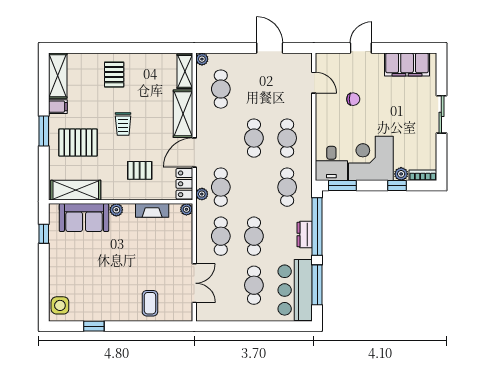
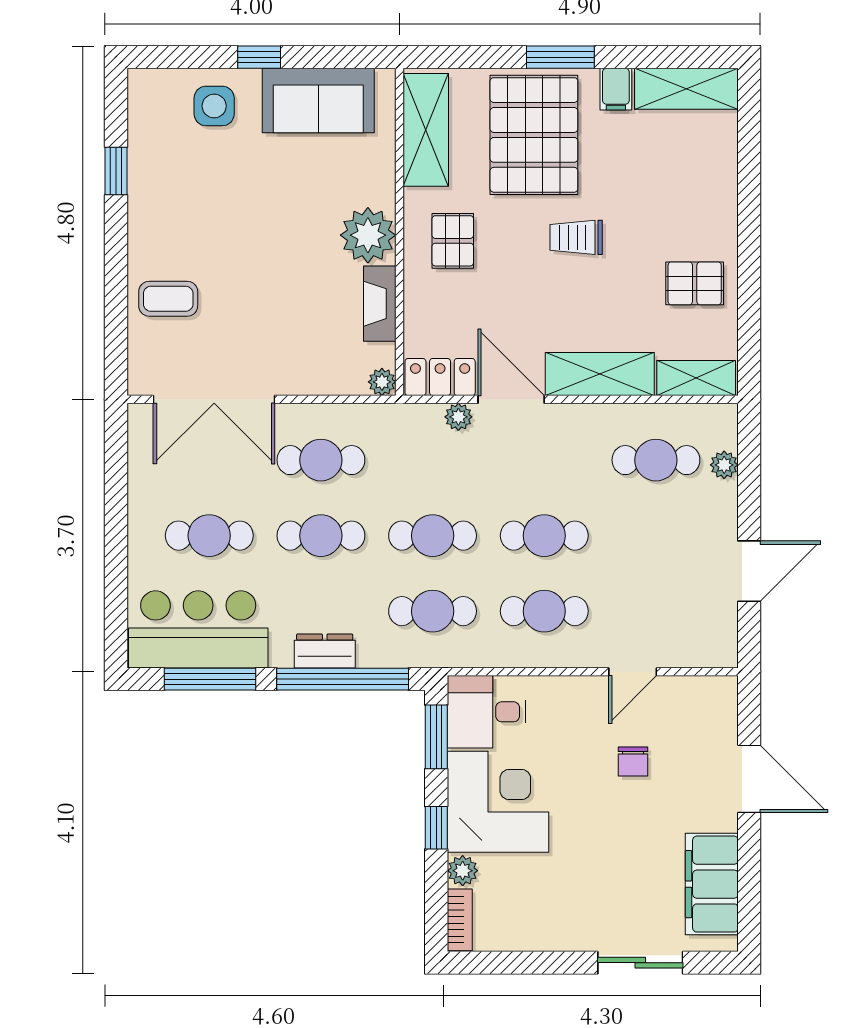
door: (361, 48) -> (749, 779), width x1.38
plant: (202, 59) -> (724, 465), moved
pallet: (114, 75) -> (695, 283), moved
door: (314, 83) -> (633, 672), moved
sliding door: (441, 114) -> (640, 963), moved
pallet: (78, 143) -> (534, 135), width x1.37, depth x1.41
pallet: (140, 170) -> (453, 241), moved
window: (397, 185) -> (436, 828), moved
cafe table: (221, 187) -> (433, 536), moved
plant: (202, 194) -> (458, 417), moved
plant: (116, 210) -> (368, 235), width x1.87, depth x1.87
sofa: (84, 217) -> (318, 100), moved, turned -90
window: (44, 234) -> (259, 57), moved
double door: (194, 283) -> (214, 399), width x1.37
side table: (60, 305) -> (214, 106), moved

